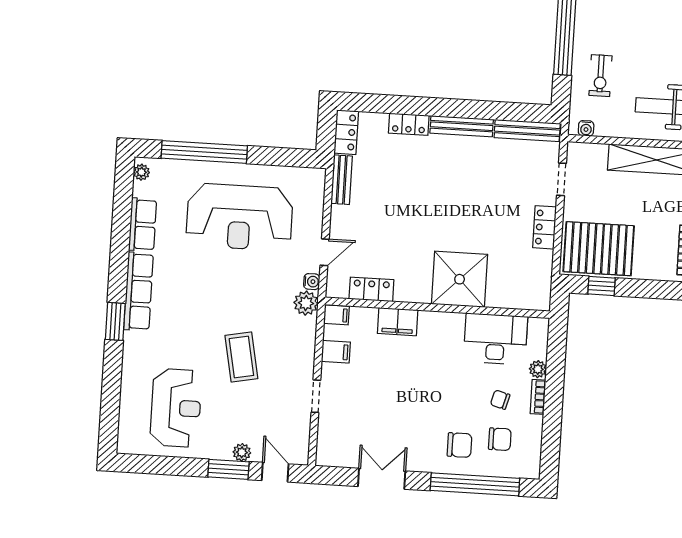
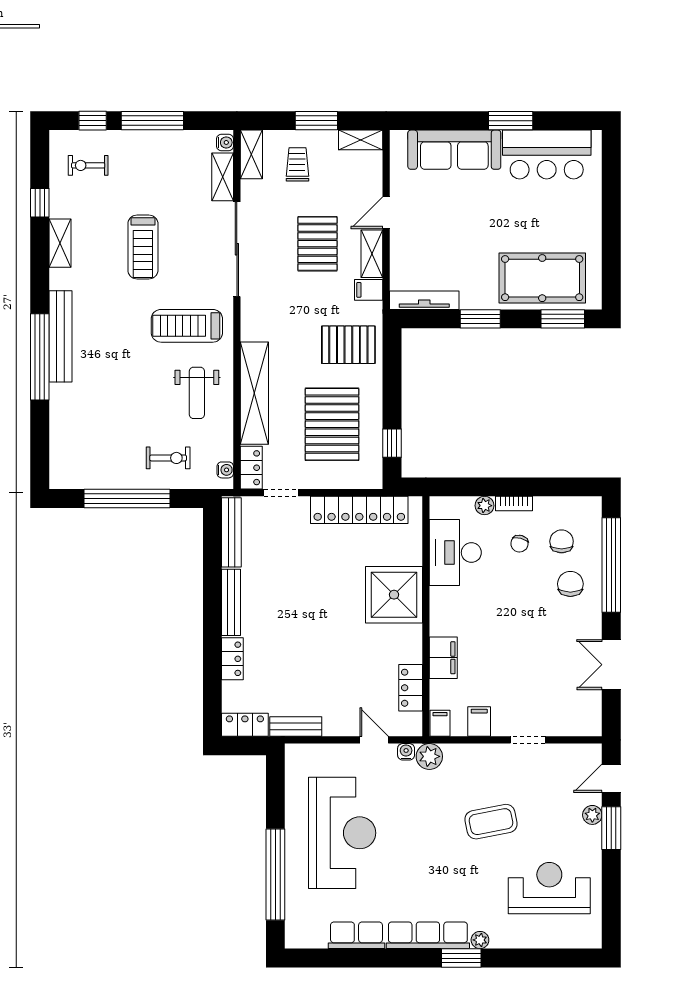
locker: (587, 153) -> (251, 468), added
plant: (141, 172) -> (480, 940), moved
locker: (545, 227) -> (359, 510), width x2.16, depth x1.21
pallet: (599, 249) -> (332, 424), moved

